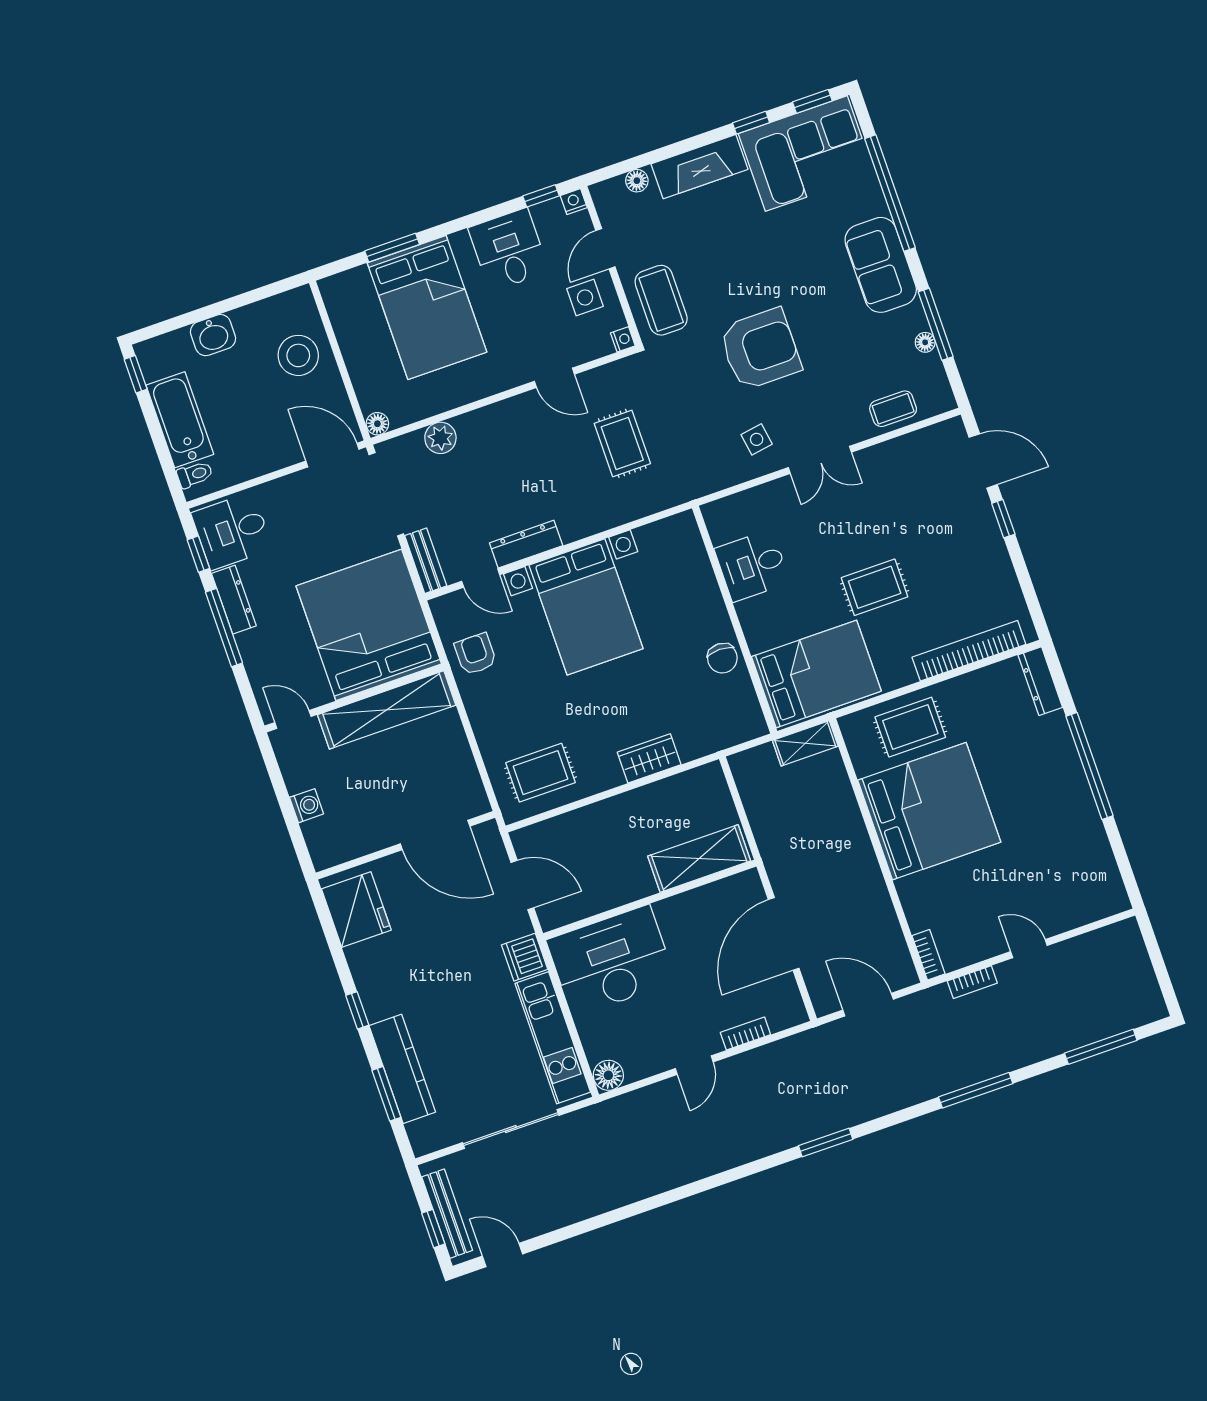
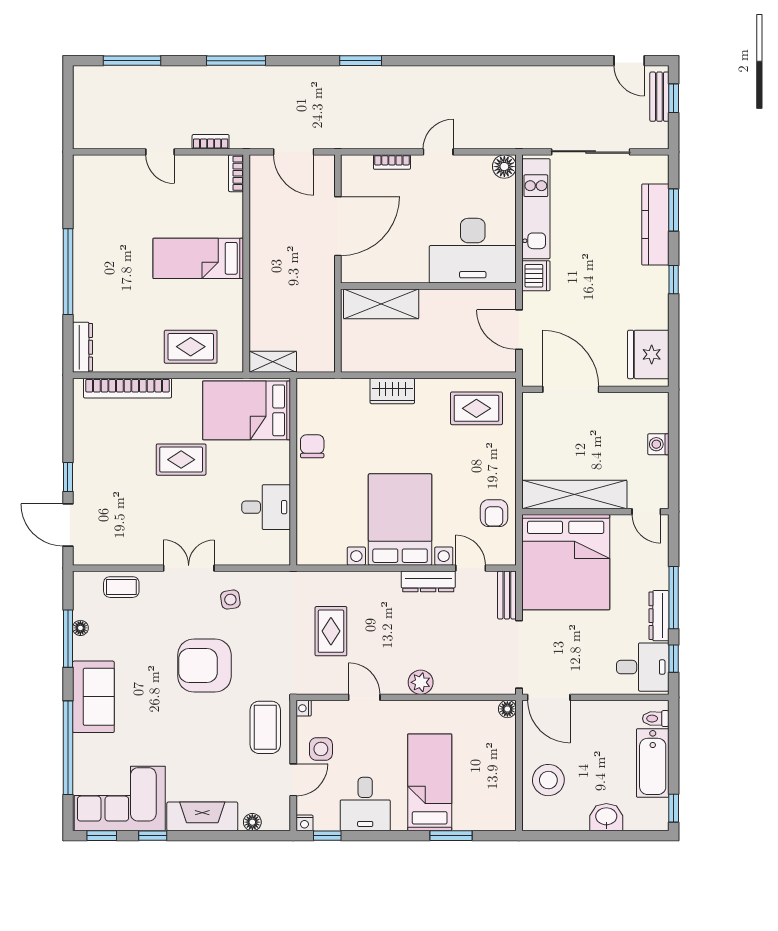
bed: (427, 307) -> (430, 782), width x0.67
plant: (440, 438) -> (421, 682), moved
bed: (929, 811) -> (198, 258), width x0.49
bench: (447, 1214) -> (659, 97), width x0.73

